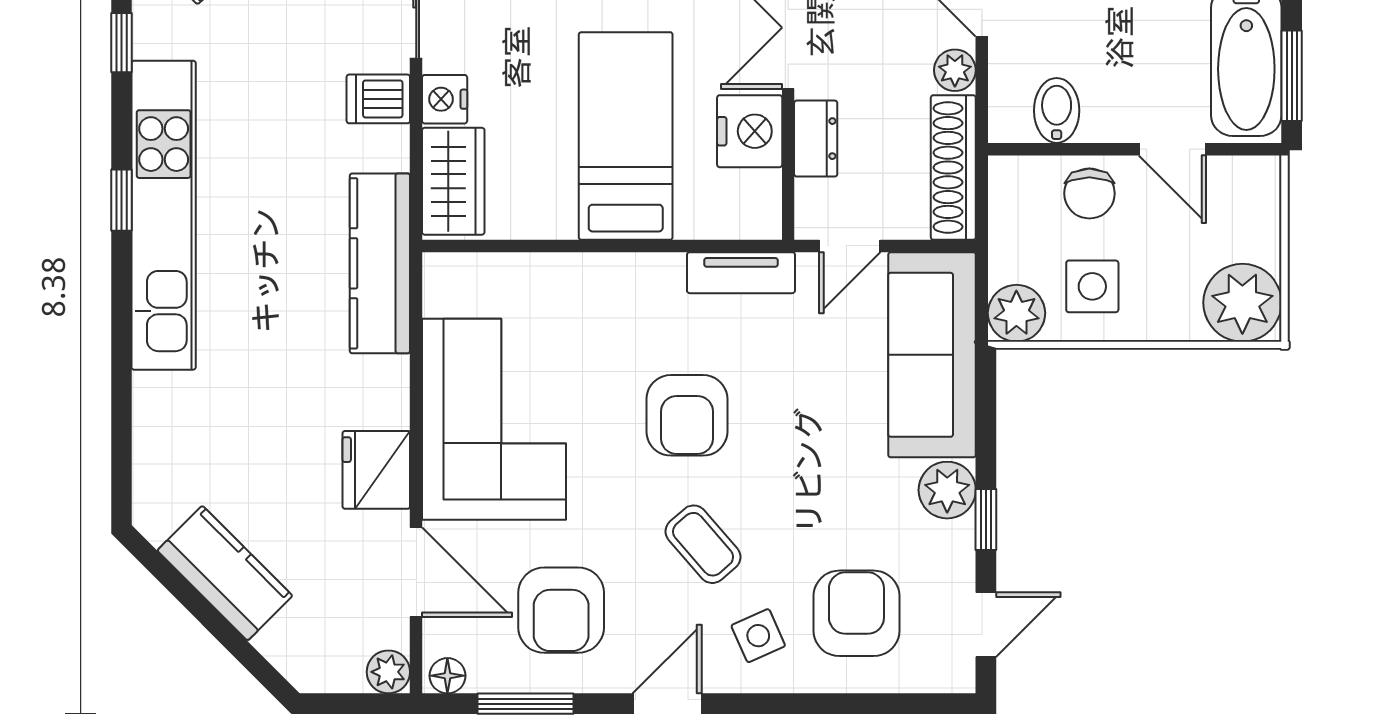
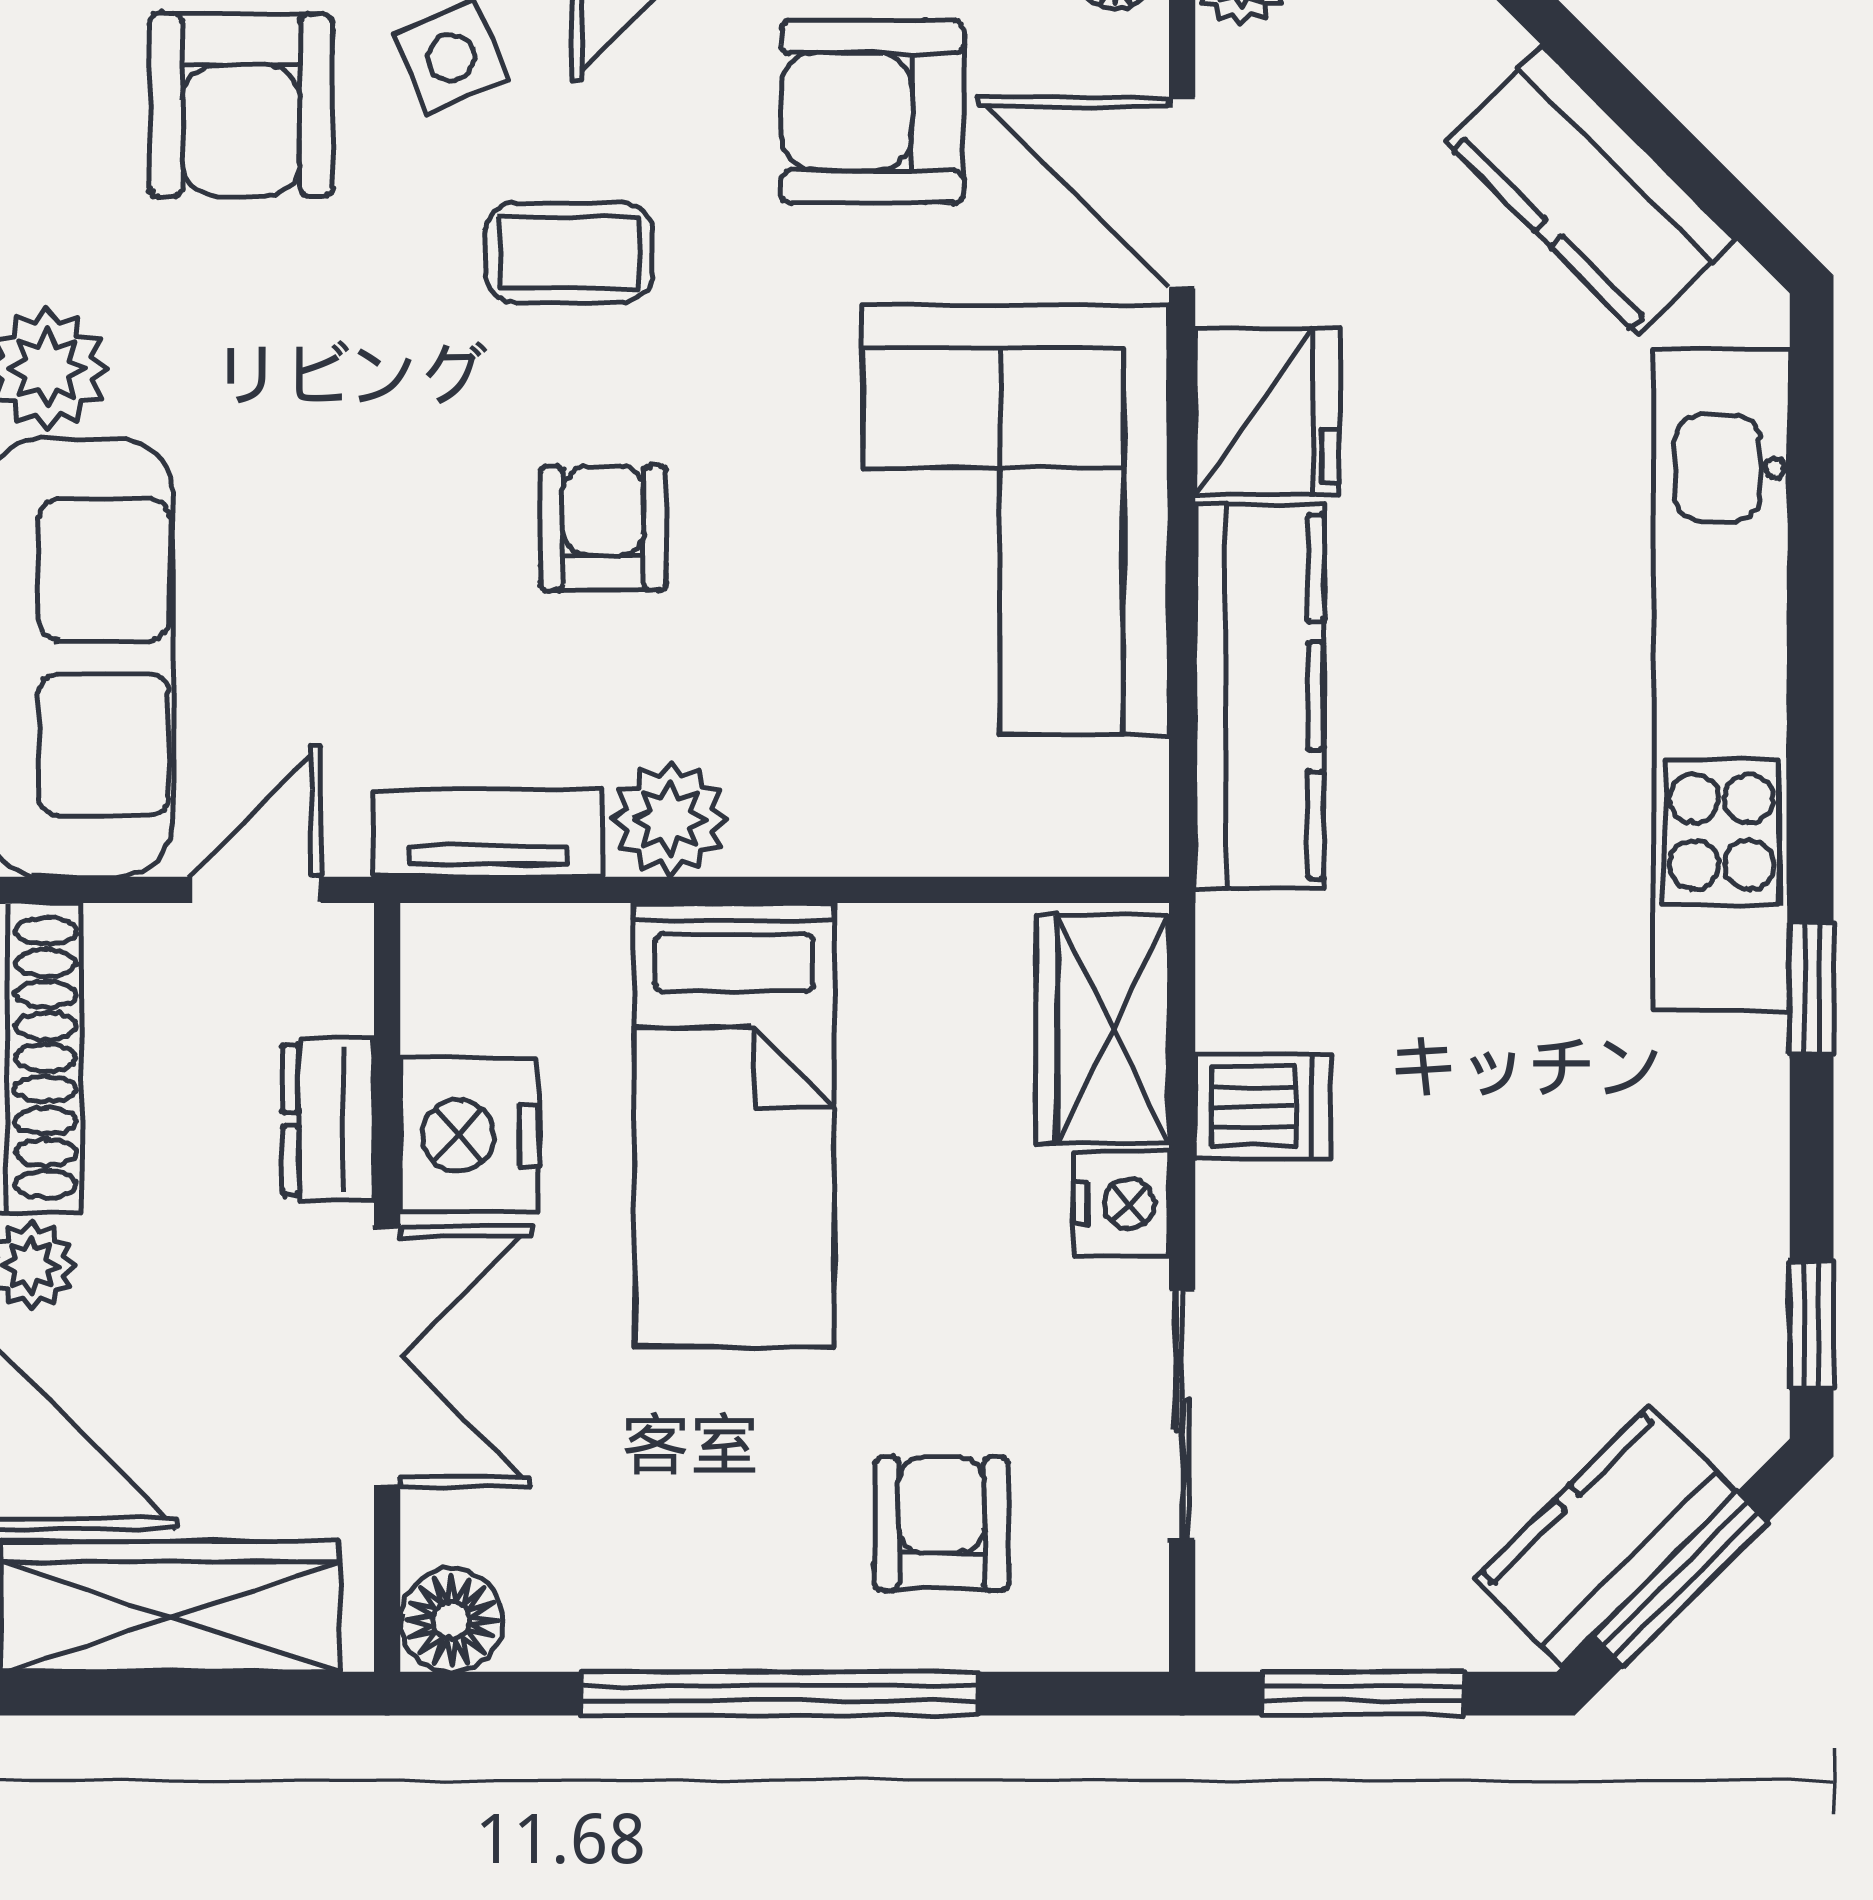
dishwasher: (378, 99) -> (1263, 1106), moved
kitchen unit: (164, 215) -> (1722, 680), moved
kitchen counter: (380, 263) -> (1259, 696), moved
plant: (656, 279) -> (669, 819), added
armchair: (687, 415) -> (603, 528), width x0.72, depth x0.72
coffee table: (703, 544) -> (569, 253), turned -49
armchair: (561, 610) -> (872, 112), turned -90

